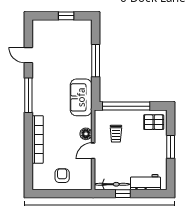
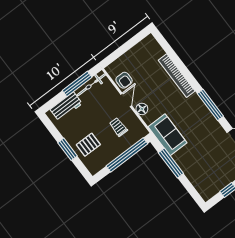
window: (96, 61) -> (171, 163), moved
pallet: (154, 122) -> (88, 145), moved
armchair: (62, 176) -> (124, 80), moved
window: (123, 194) -> (77, 84), width x2.17

